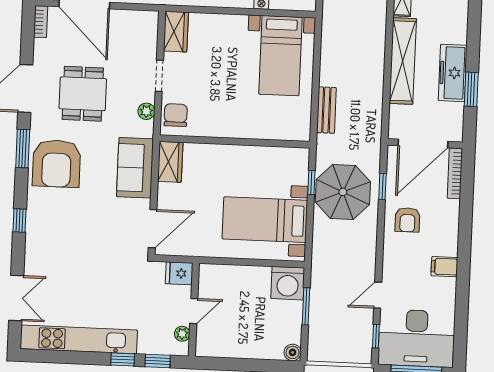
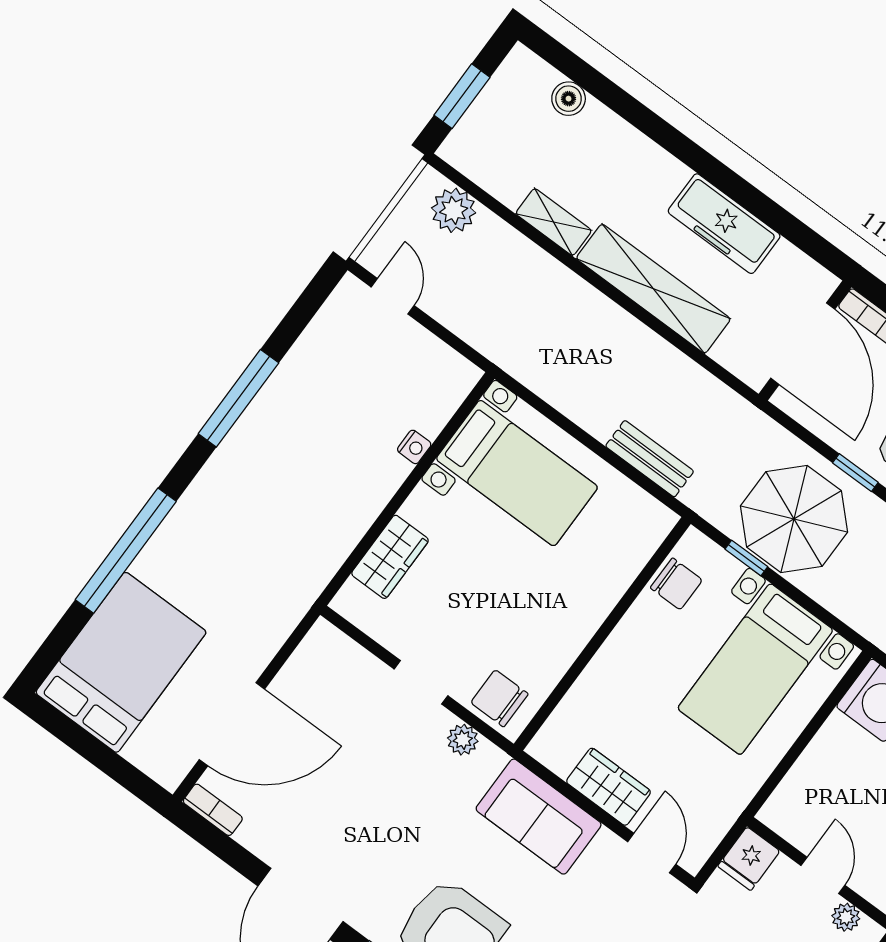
wardrobe: (176, 32) -> (390, 557), moved, turned 90
window: (471, 89) -> (769, 212), removed
dining table: (83, 94) -> (369, 820), removed
chair: (279, 159) -> (676, 584), added
wardrobe: (170, 162) -> (608, 787), moved
window: (382, 186) -> (855, 473), moved
door: (153, 229) -> (652, 853), width x0.73

